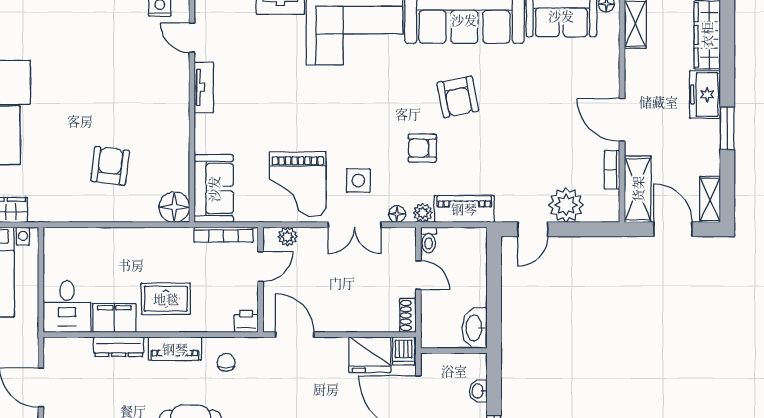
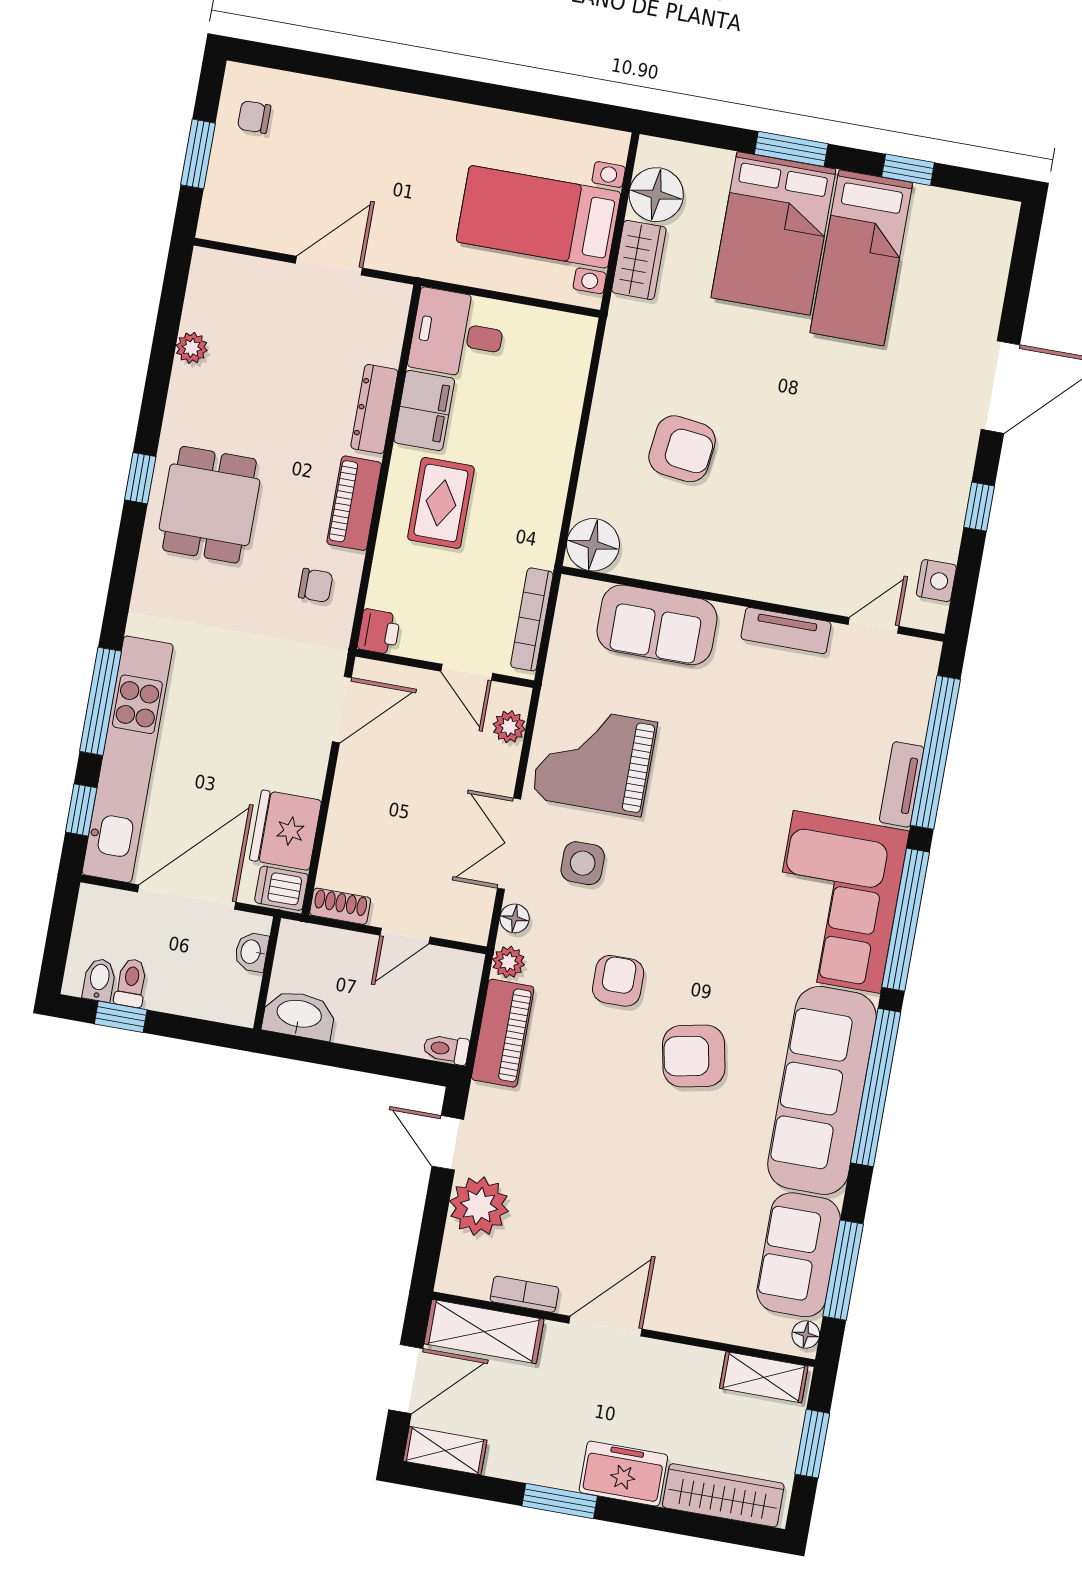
sofa: (214, 189) -> (657, 625), moved
toilet: (429, 240) -> (446, 1049), moved
washbasin: (478, 391) -> (251, 952), moved, turned -90

